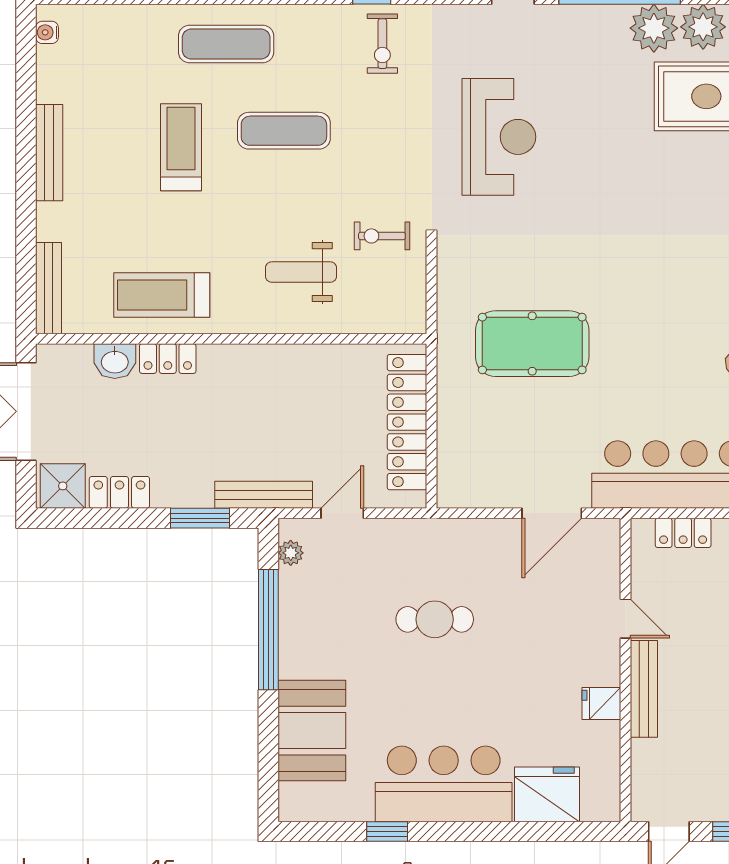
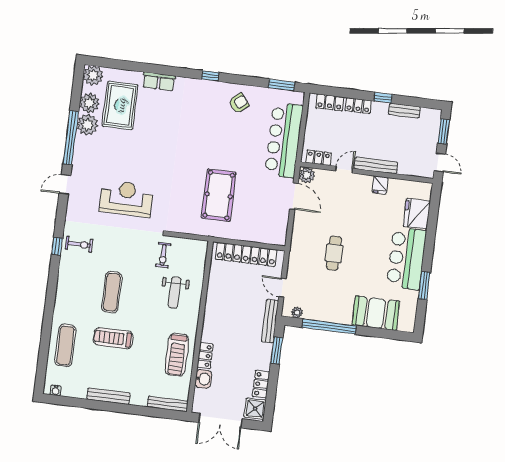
exercise mat: (226, 44) -> (65, 345), moved
locker: (683, 533) -> (318, 158), moved, turned -90
plant: (603, 536) -> (307, 175), added
window: (387, 832) -> (424, 286), width x1.50

